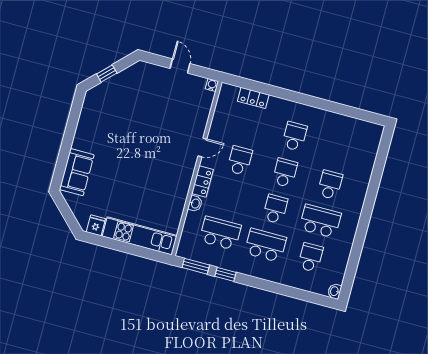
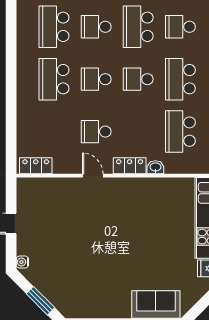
window: (107, 73) -> (40, 301), width x1.50
water cooler: (212, 85) -> (22, 262), moved
locker: (253, 98) -> (36, 166), moved, turned -90
school desk: (295, 136) -> (54, 79), width x1.85
school desk: (340, 148) -> (54, 27), added

